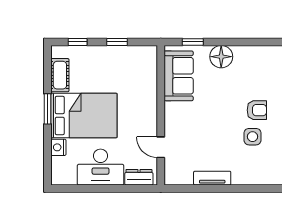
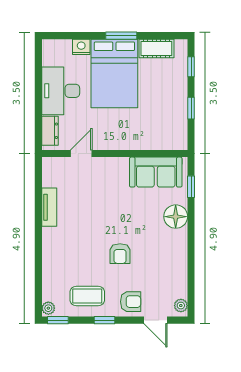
side table: (252, 137) -> (92, 249), removed

